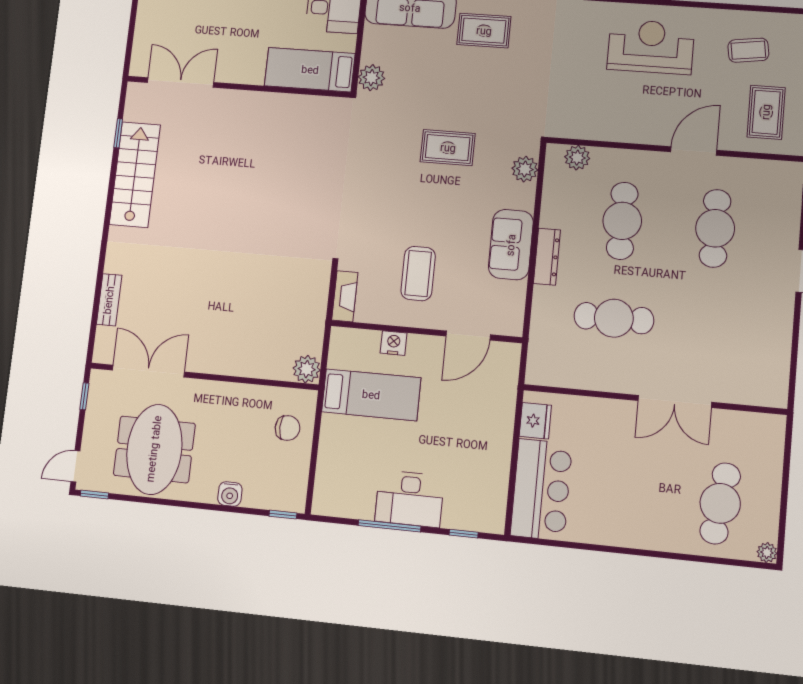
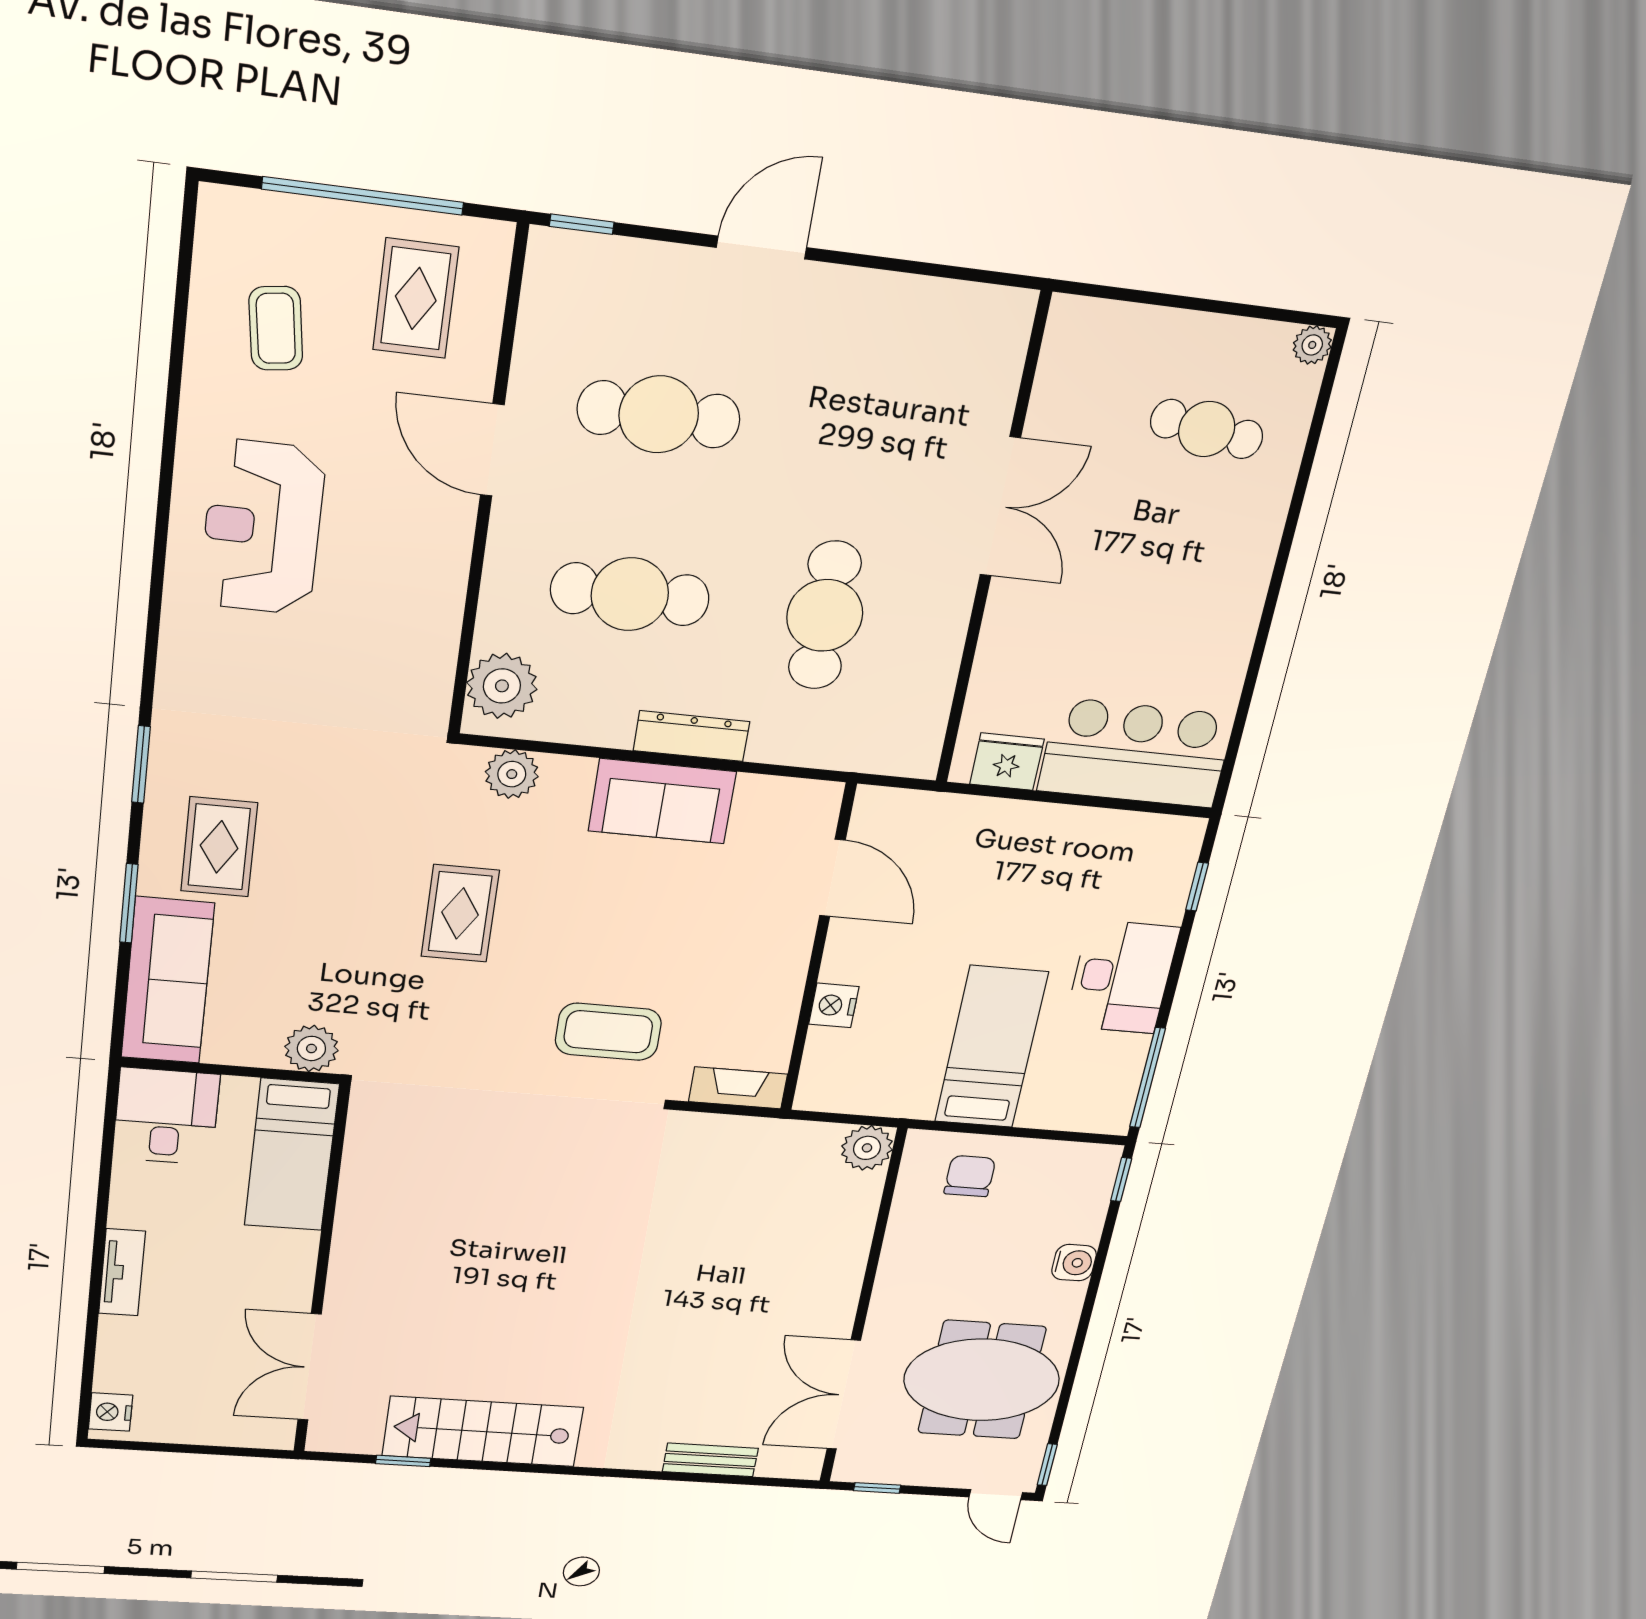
rug: (766, 112) -> (416, 298), turned 90
plant: (577, 158) -> (502, 686), width x1.36, depth x1.36
coffee table: (418, 274) -> (608, 1032), moved
bed: (371, 395) -> (991, 1047), moved
cafe table: (720, 503) -> (1207, 429), width x0.73, depth x0.74
window: (389, 526) -> (1148, 1078), moved

